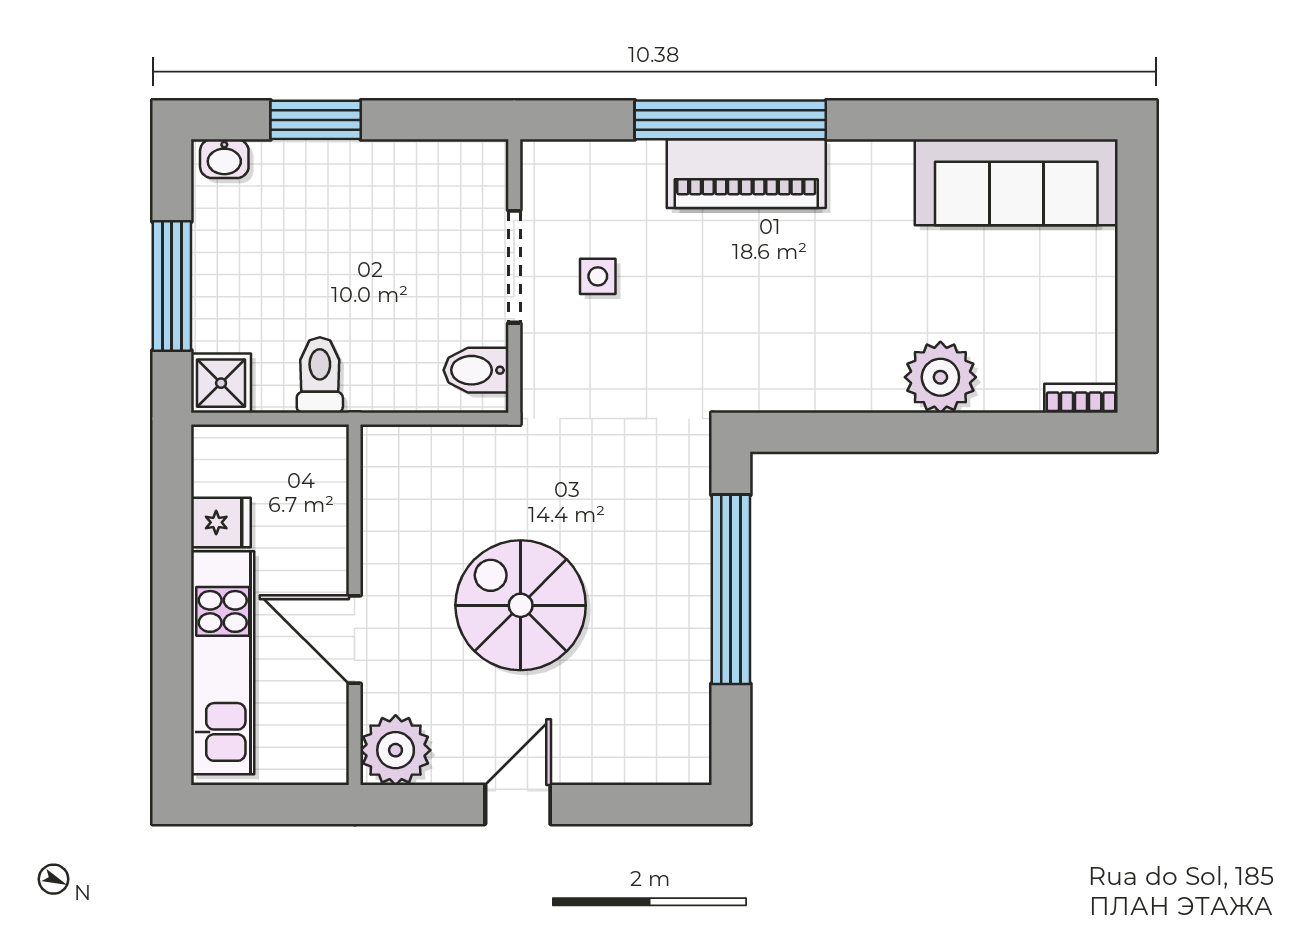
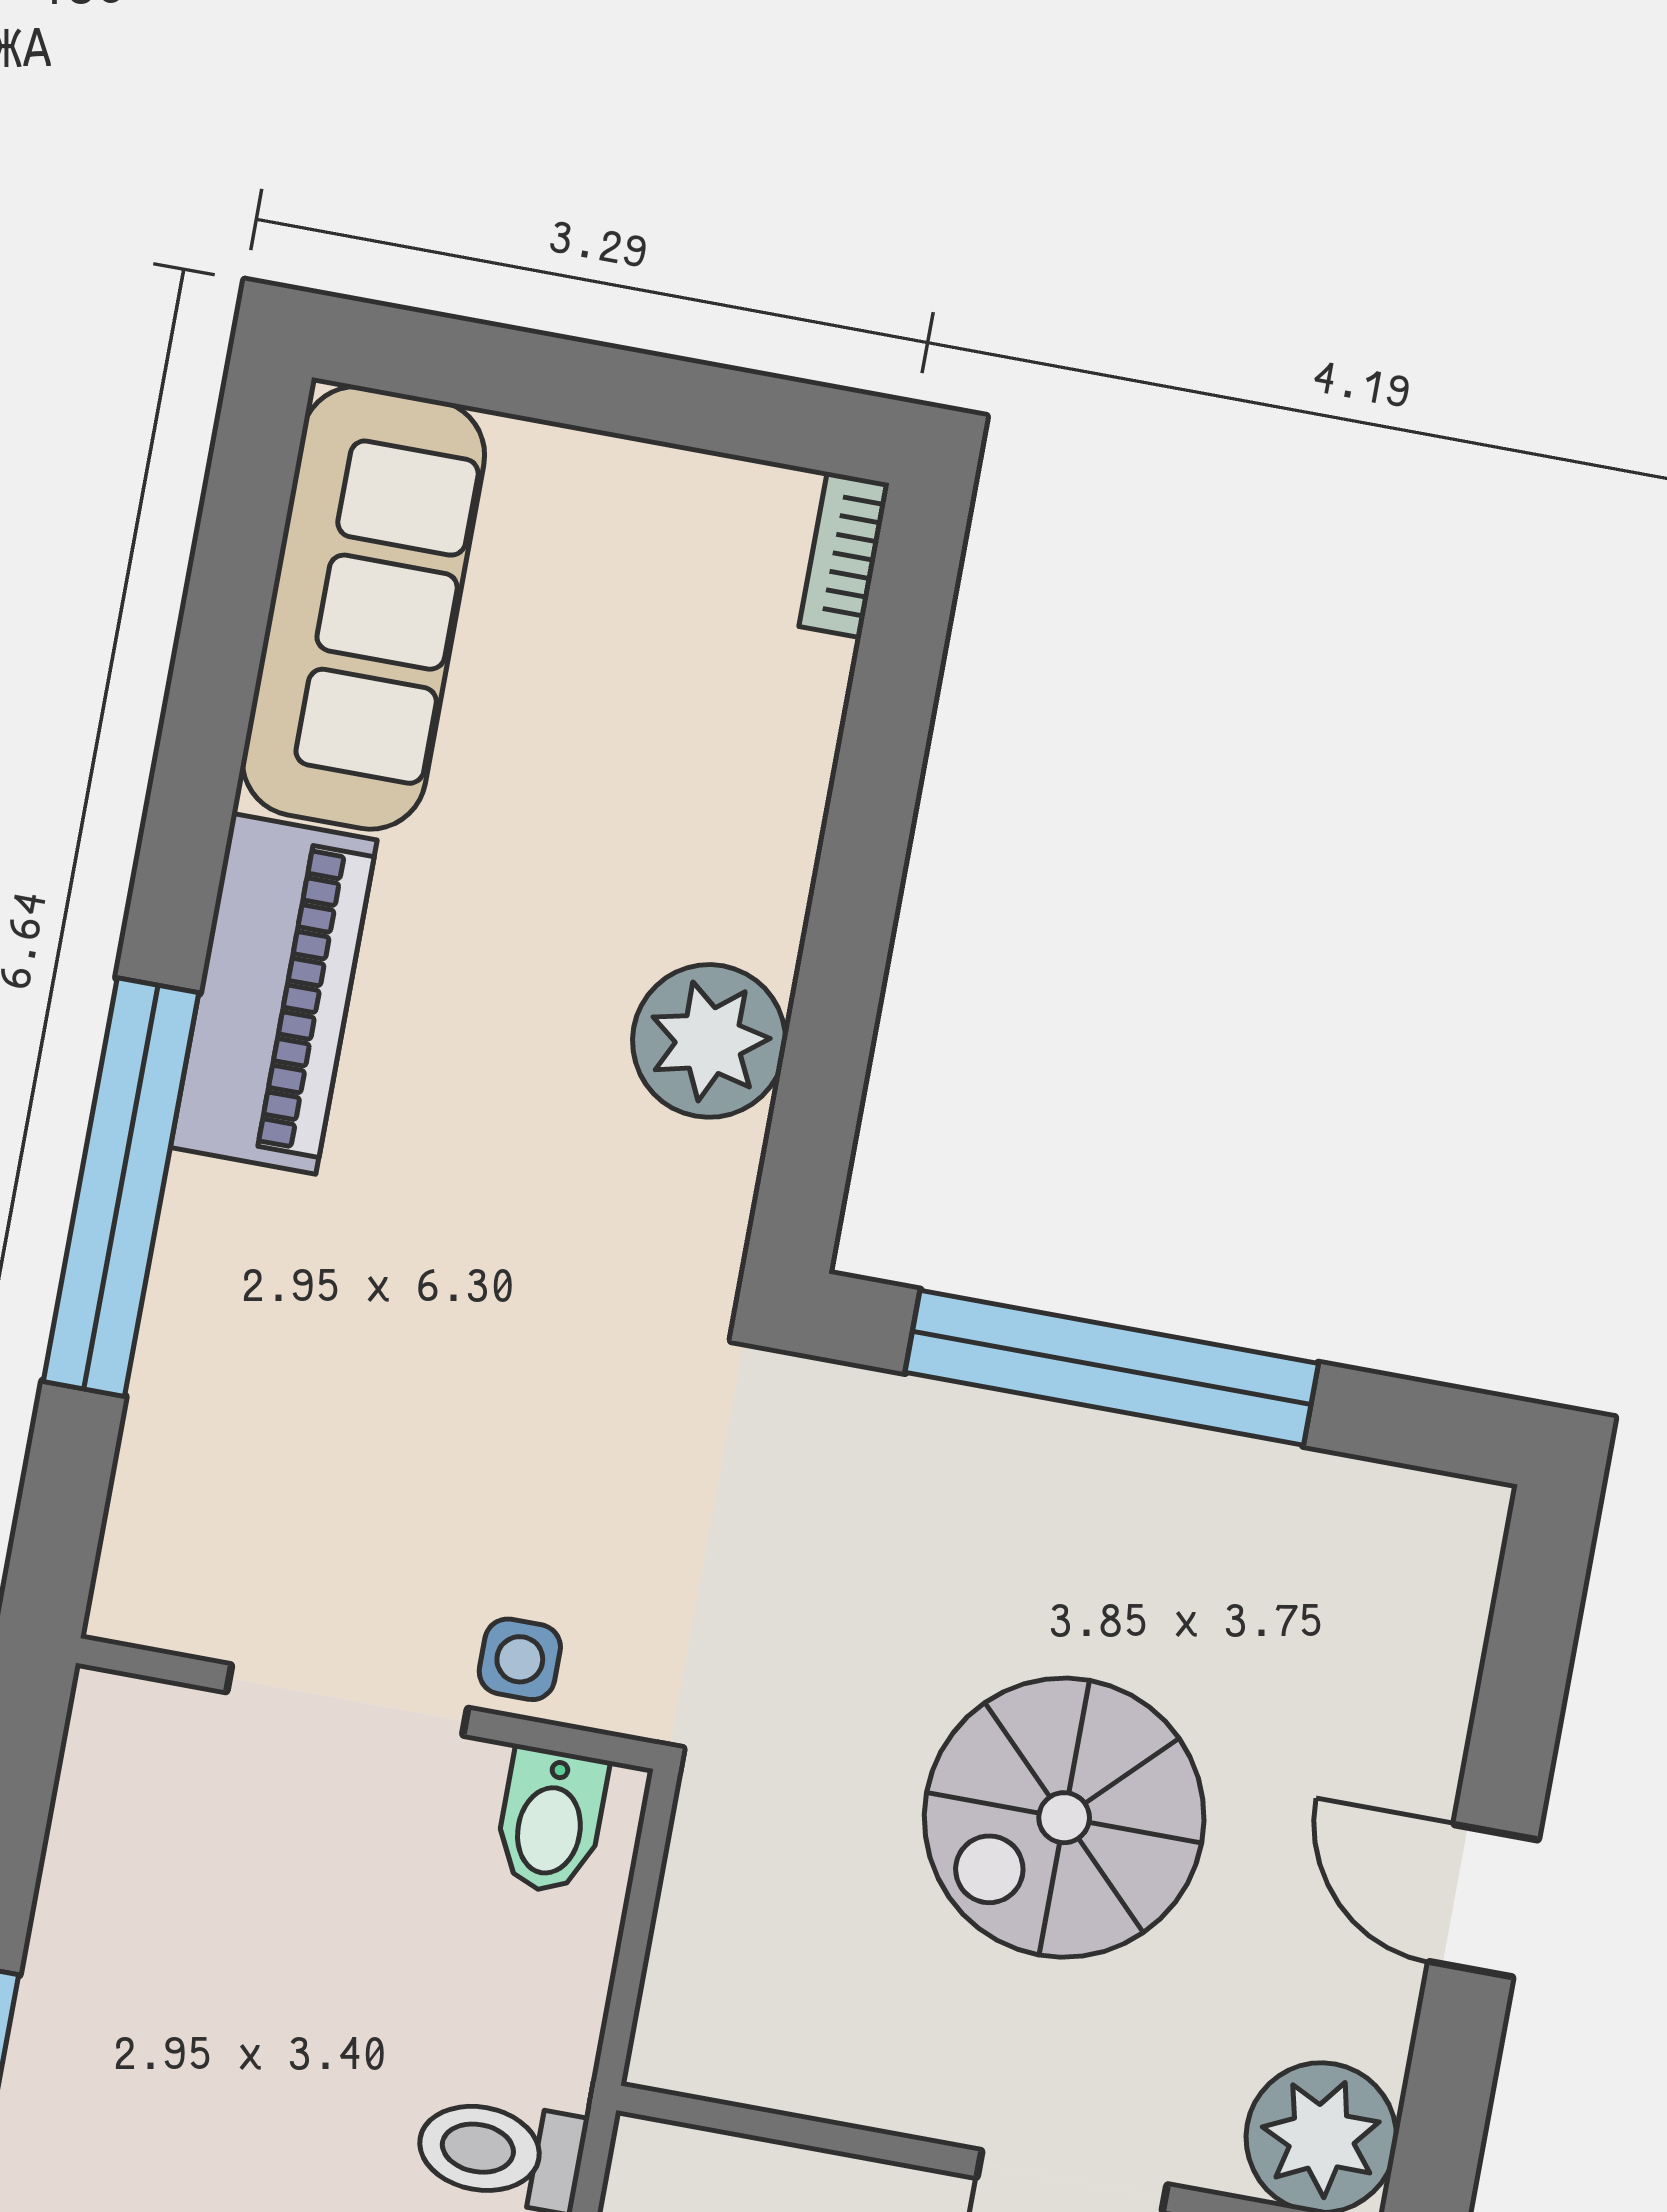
piano: (746, 174) -> (274, 994), moved
side table: (598, 276) -> (520, 1659), moved
plant: (940, 377) -> (709, 1041), moved

